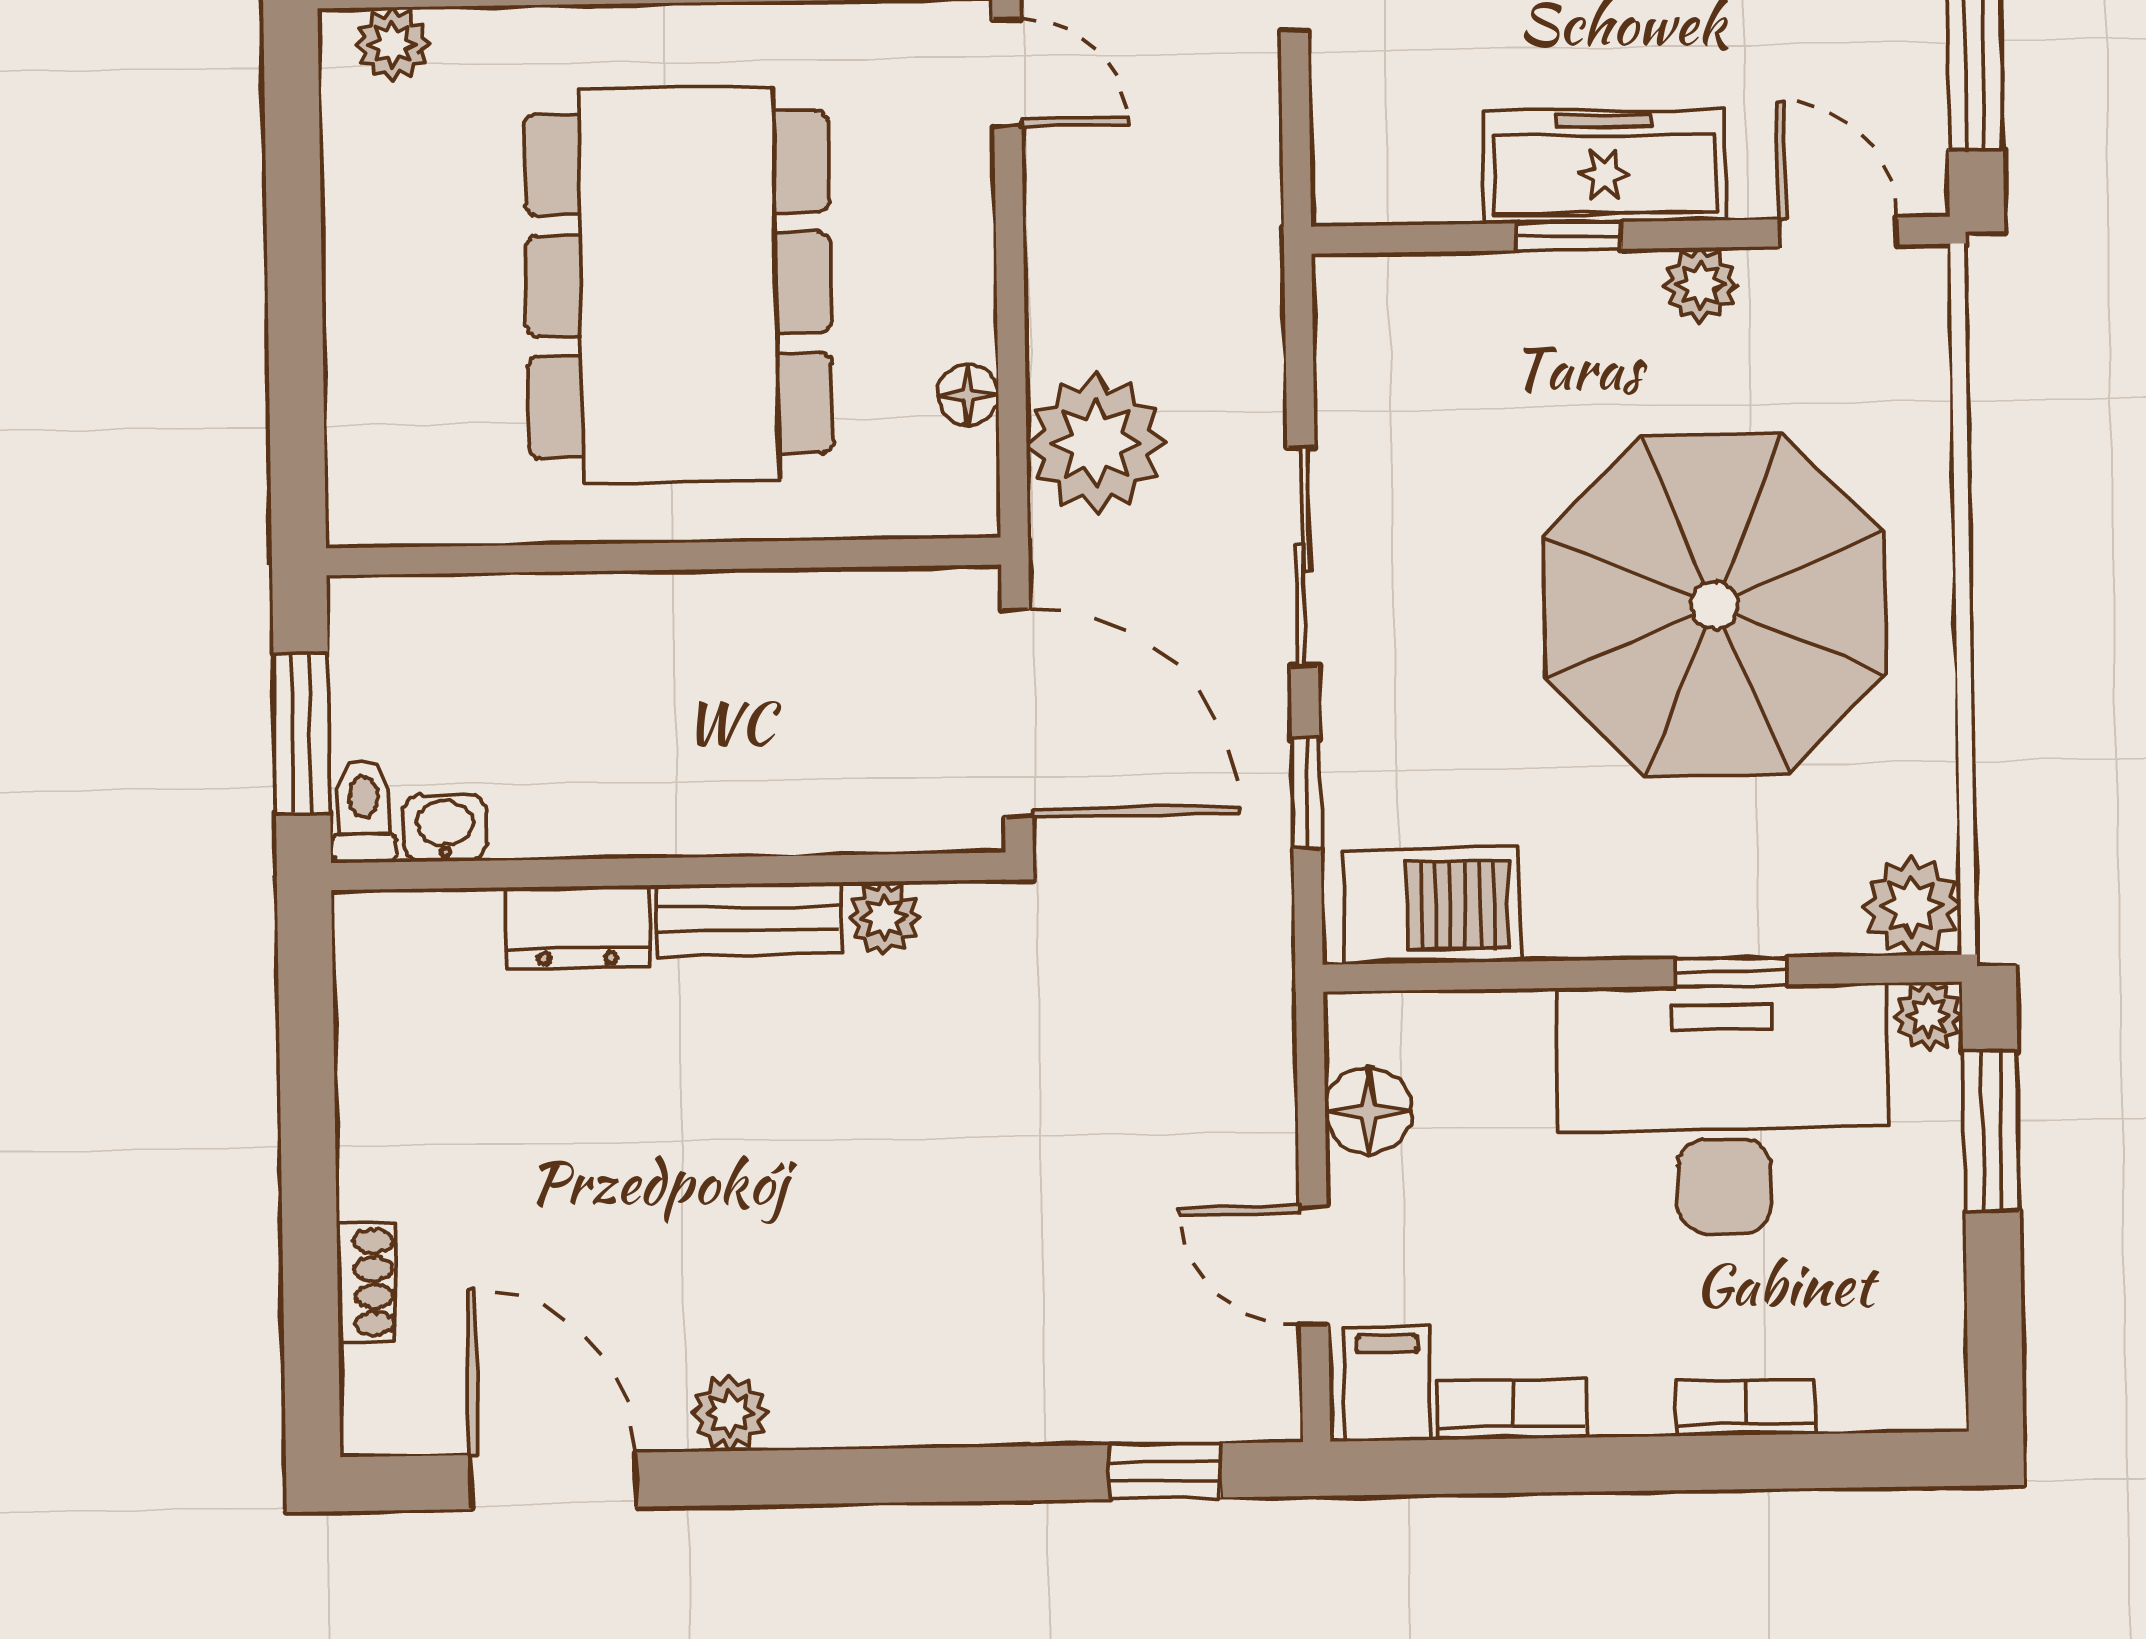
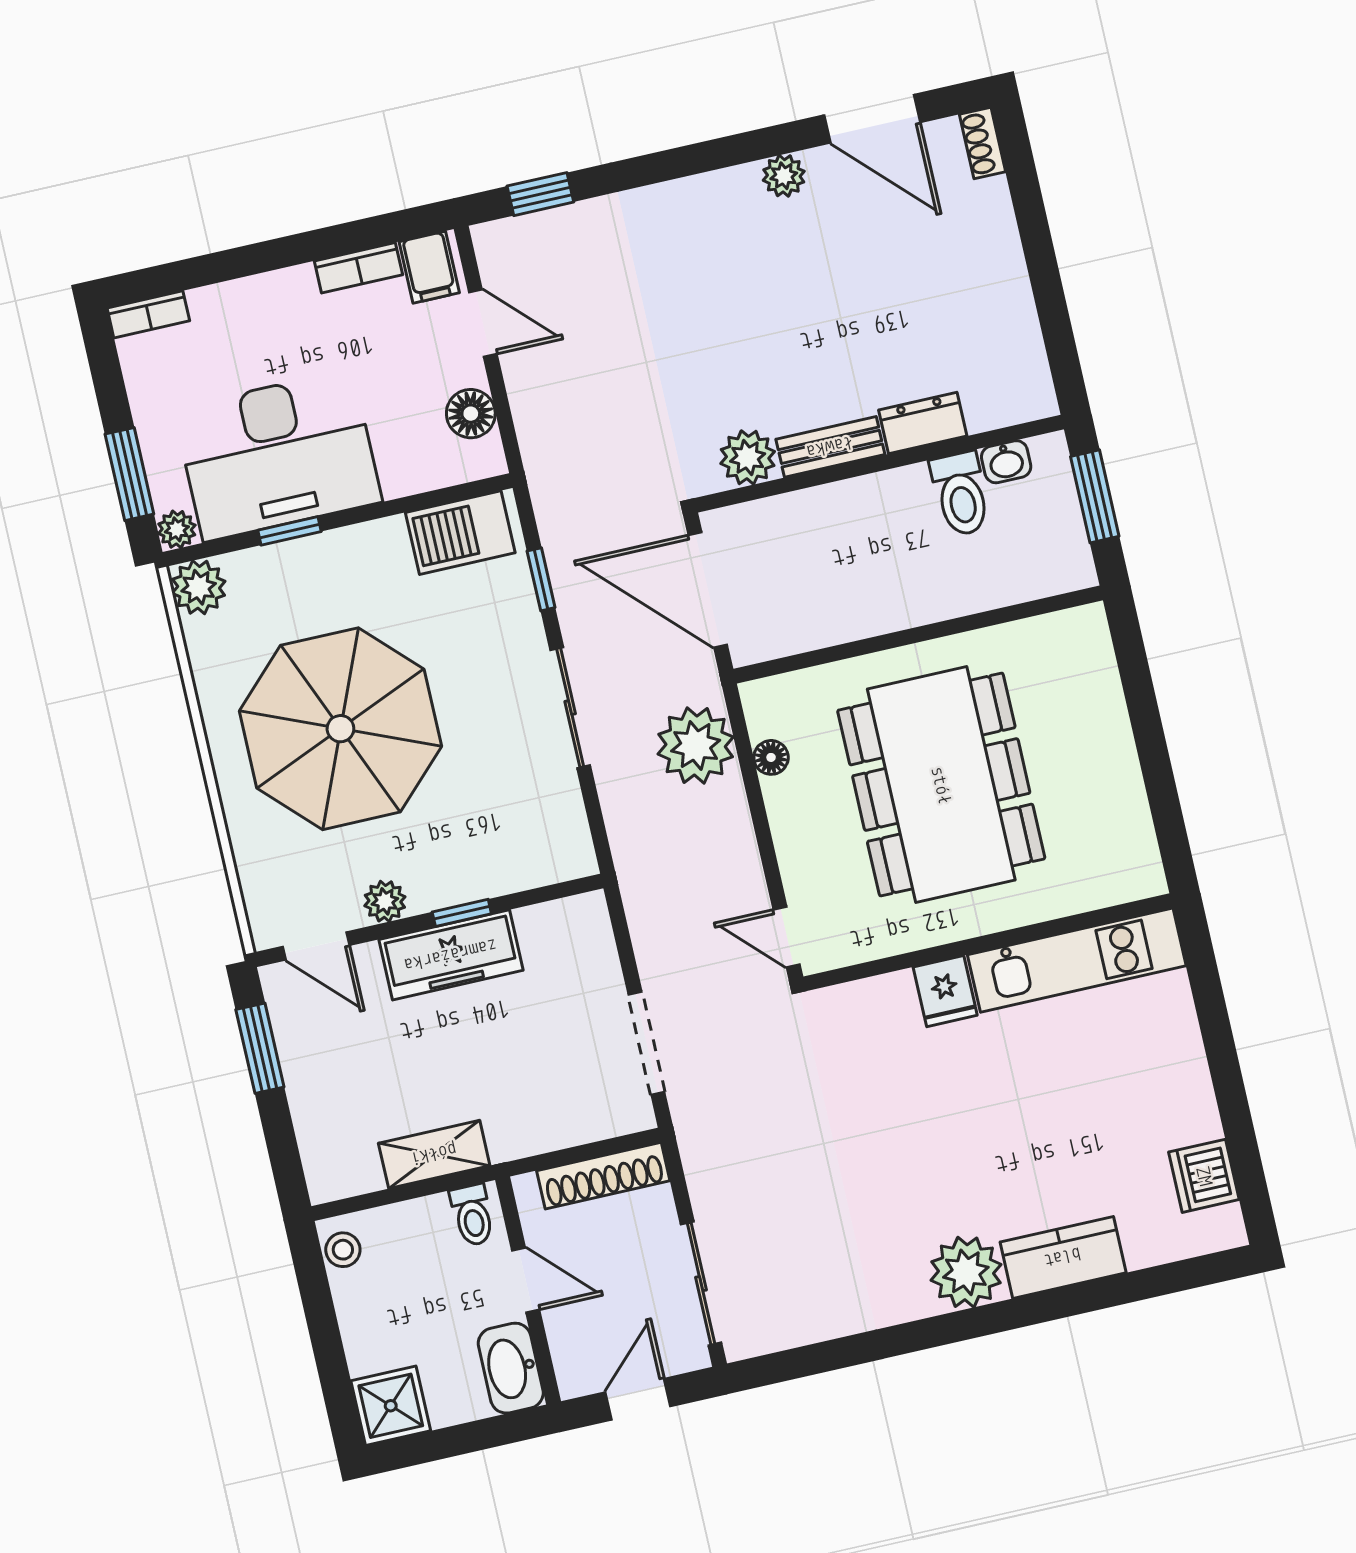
plant: (392, 44) -> (1125, 882), removed
toilet: (364, 811) -> (961, 494), moved, width x1.37, depth x1.39
plant: (884, 918) -> (748, 457), width x1.38, depth x1.38
shoe rack: (366, 1283) -> (983, 143), moved
bookcase: (1746, 1407) -> (148, 314), moved

